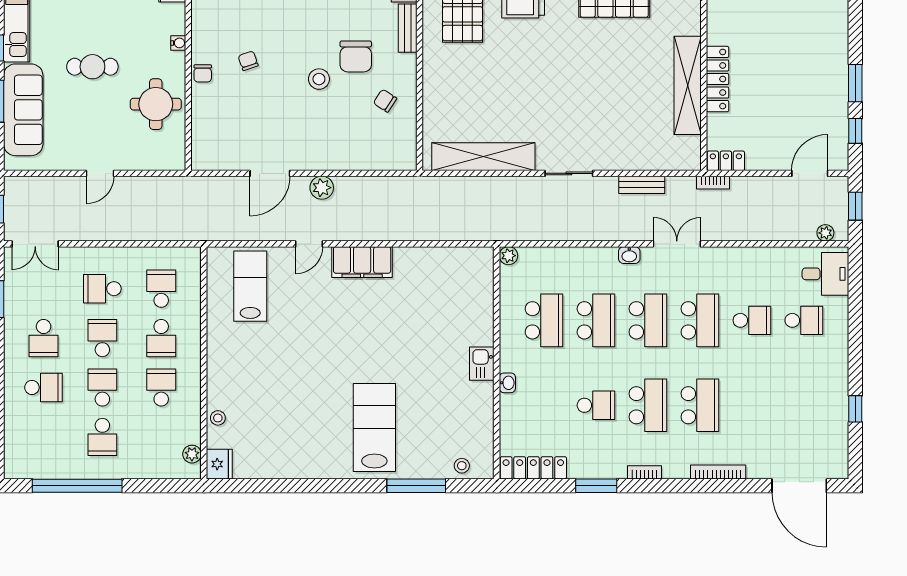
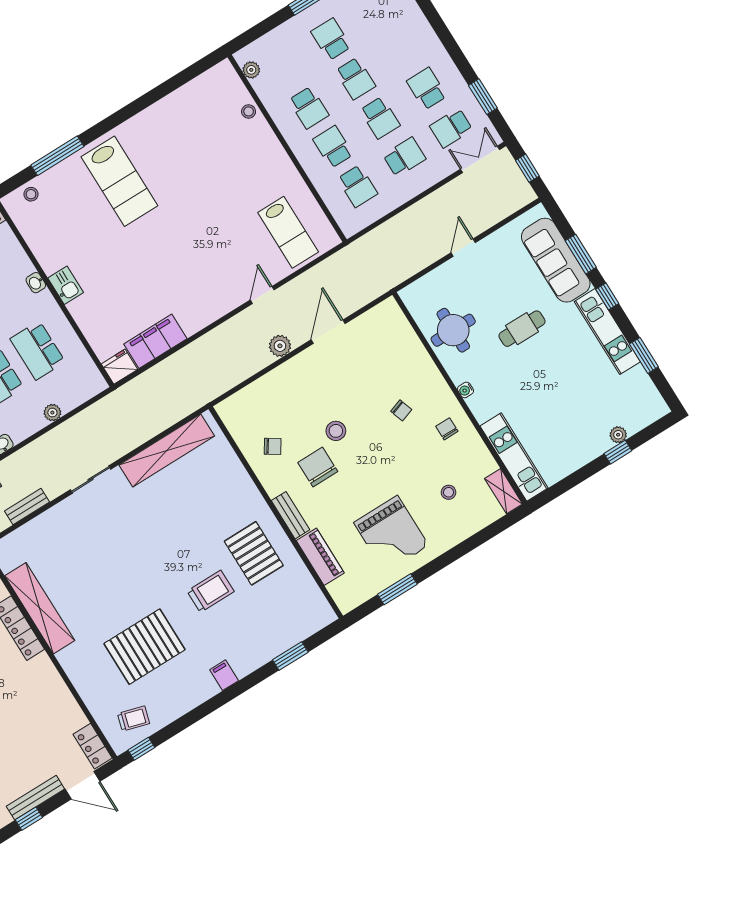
chair: (203, 73) -> (447, 429), moved
plant: (508, 256) -> (52, 413), moved
filing cabinet: (362, 262) -> (155, 341), moved
school desk: (44, 387) -> (451, 128), moved
fridge: (219, 464) -> (119, 367), moved, turned 90

